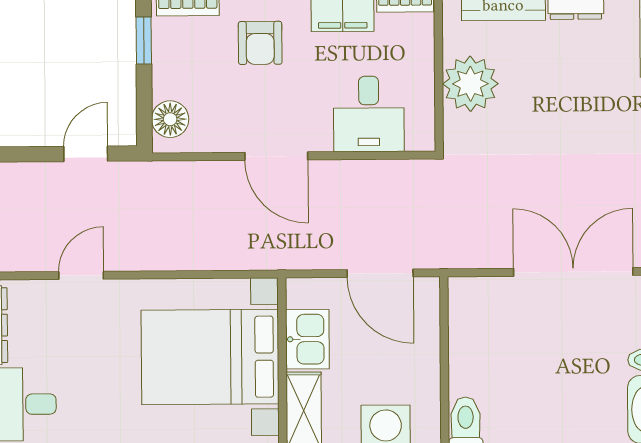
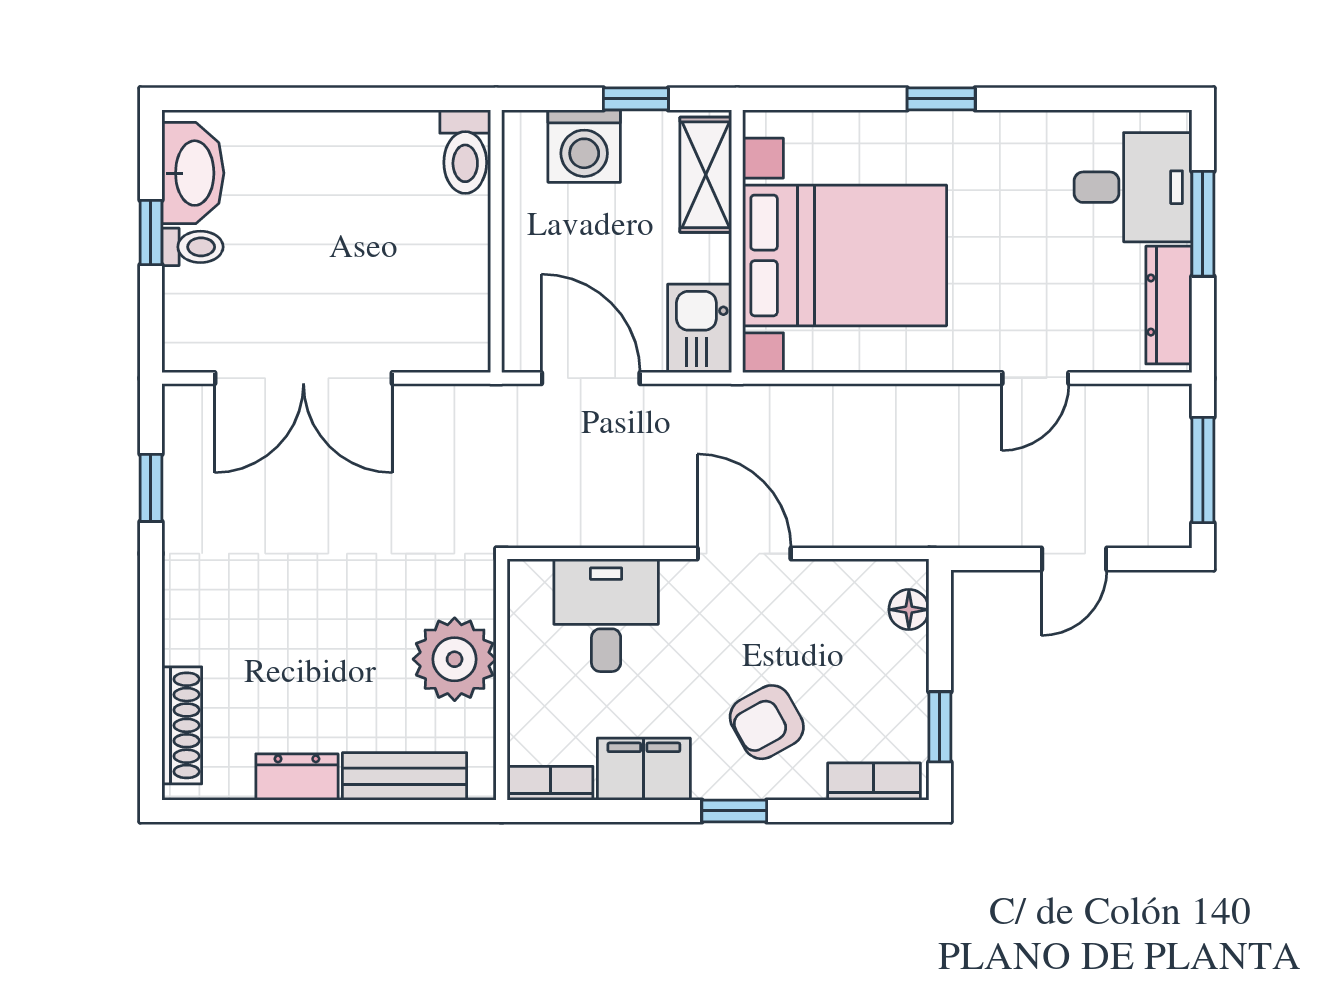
armchair: (260, 43) -> (767, 722), turned -119
floor lamp: (170, 119) -> (909, 610), width x0.73, depth x0.73
door: (86, 154) -> (1074, 559), moved
kitchen sink: (307, 339) -> (700, 328), moved

